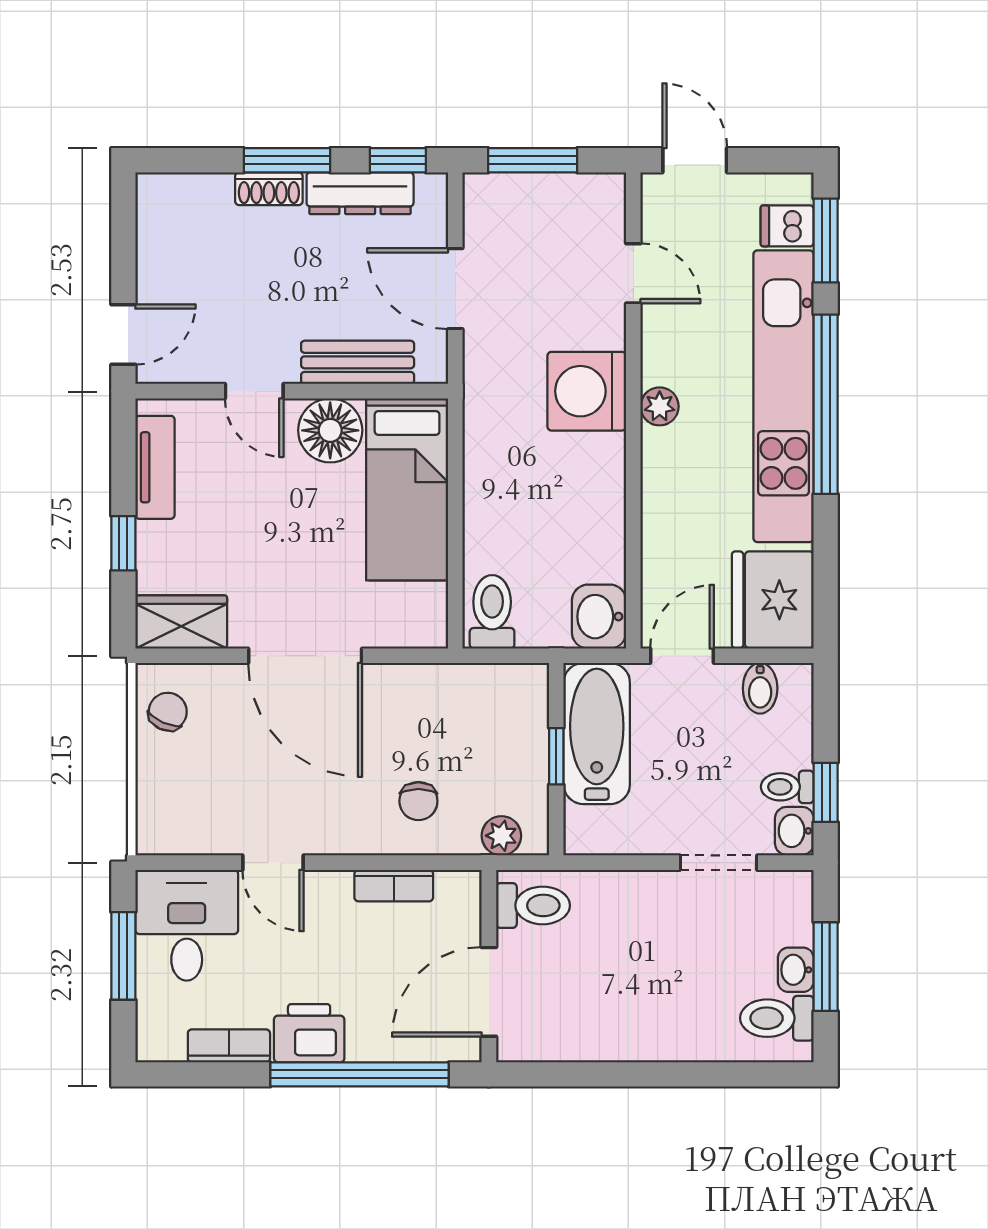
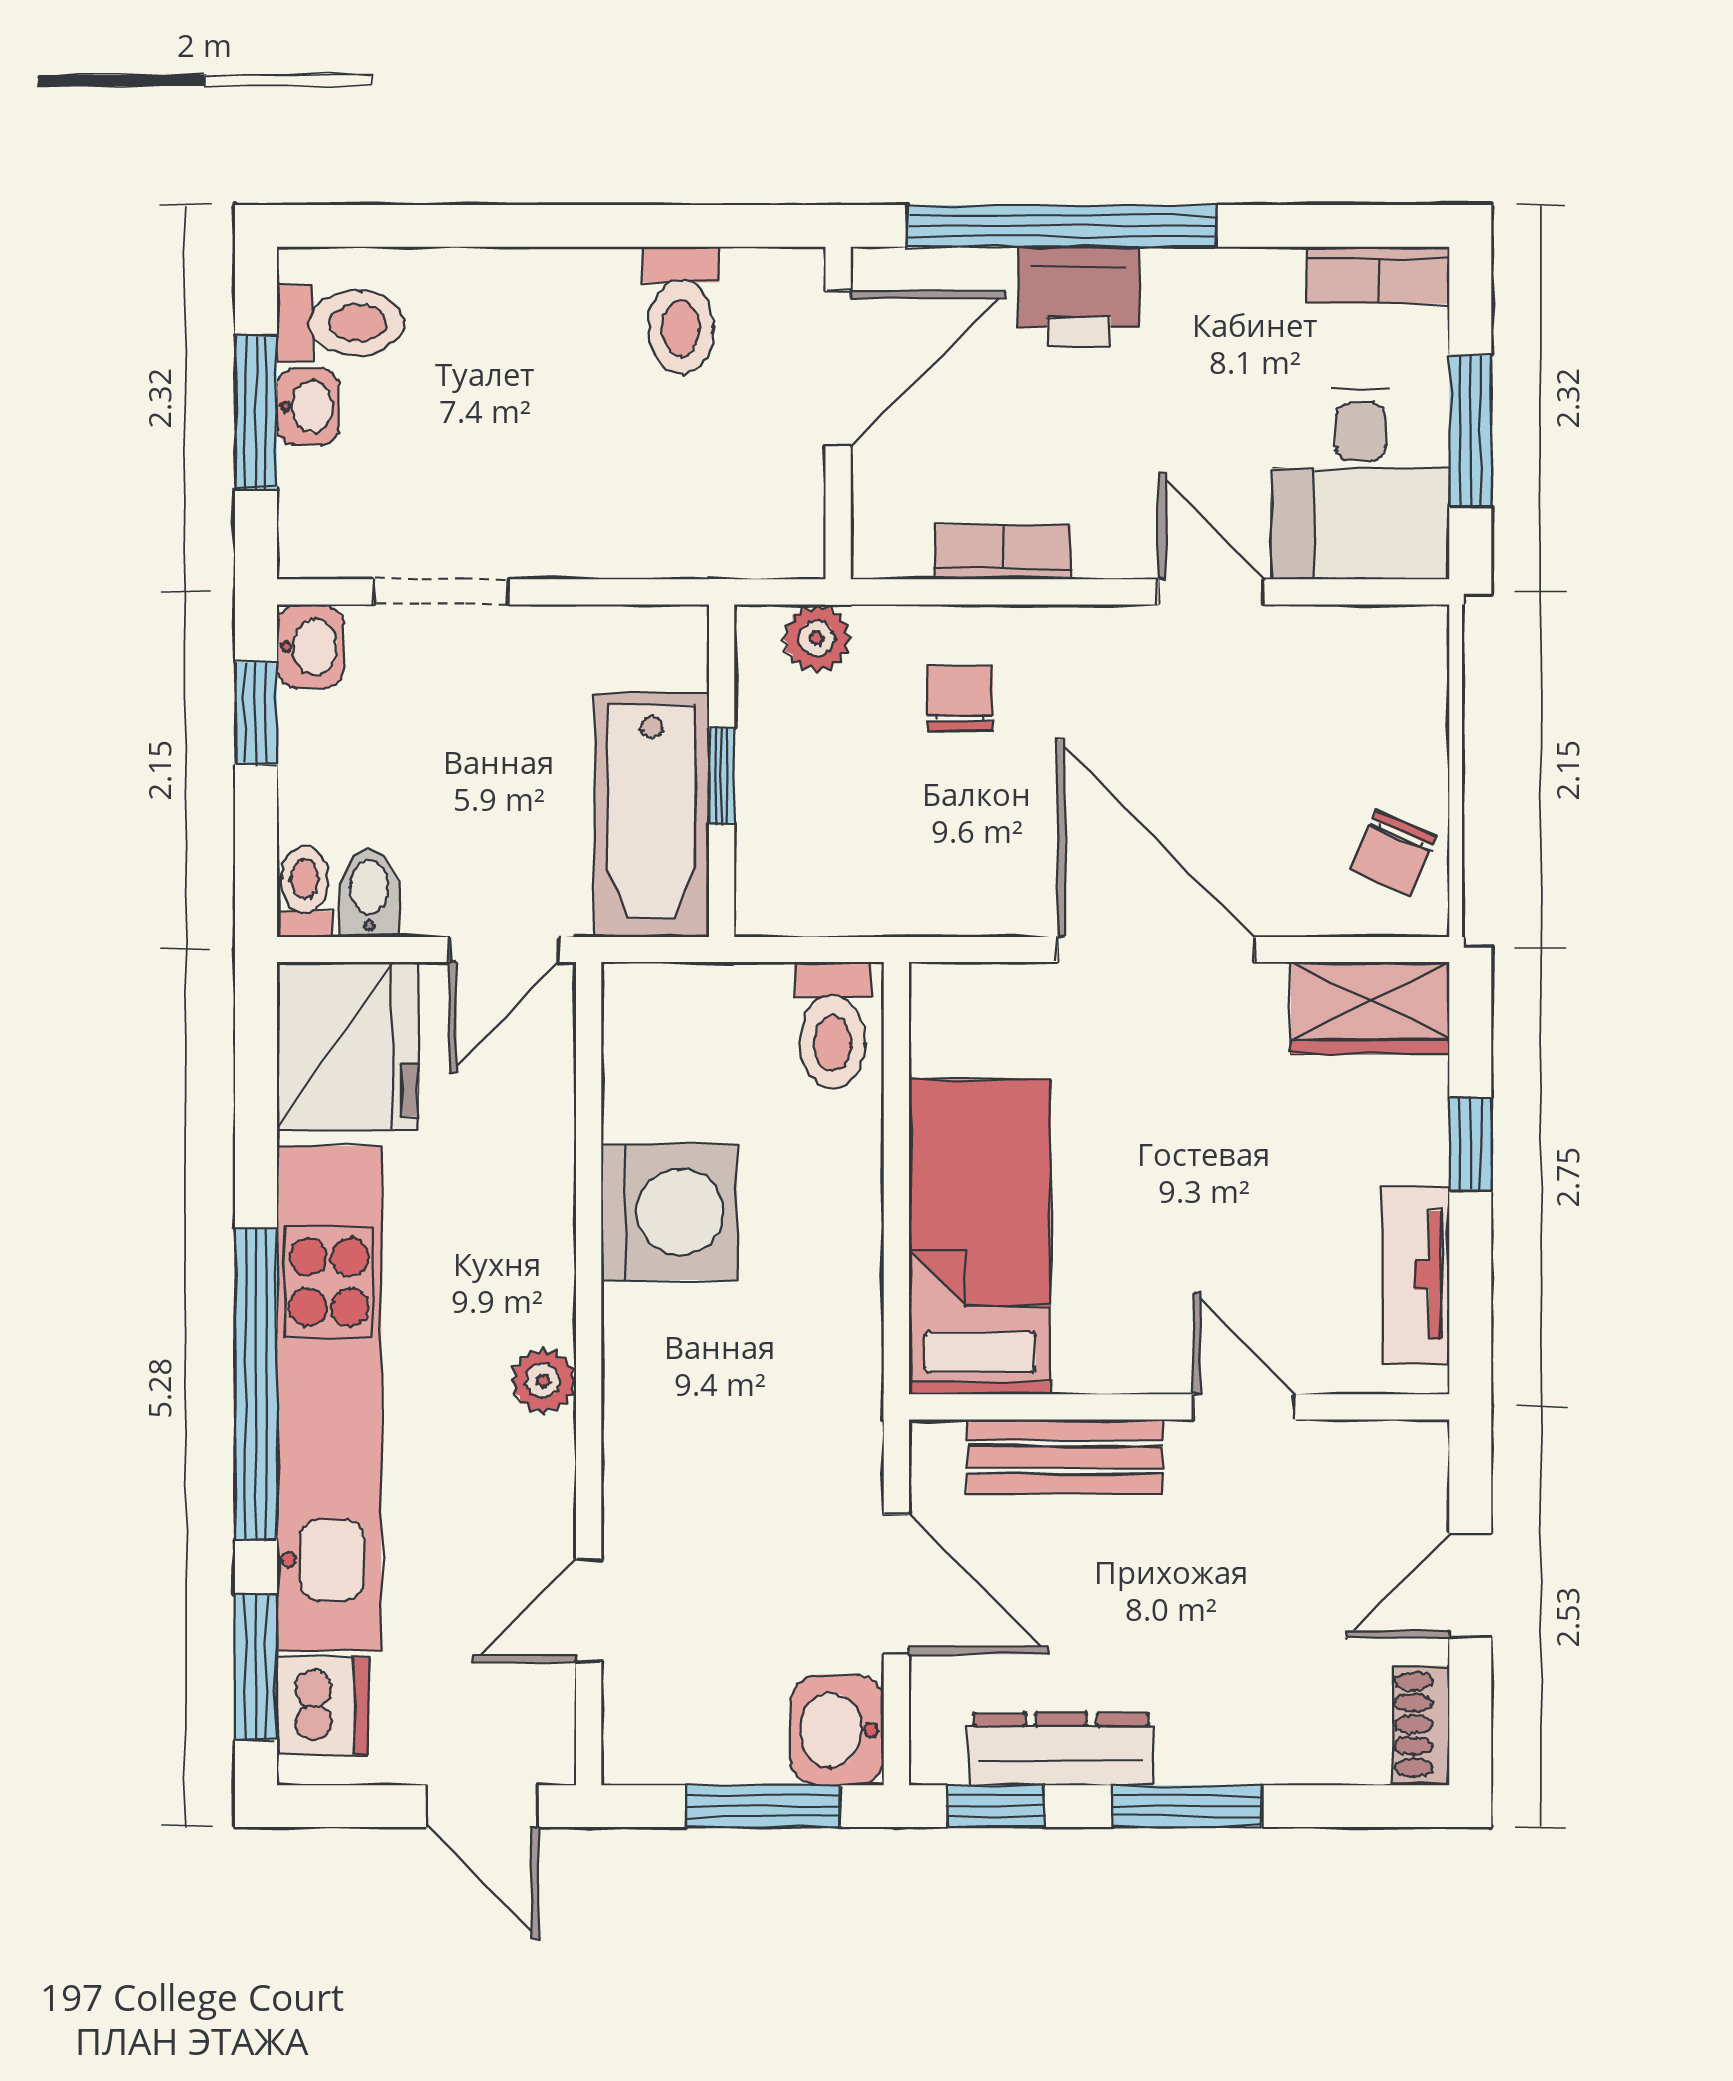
shoe rack: (269, 189) -> (1421, 1724), moved, turned -90
dishwasher: (787, 226) -> (323, 1706), width x1.38
door: (633, 273) -> (589, 1611), hinge flipped
door: (123, 334) -> (1470, 1586), moved
washing machine: (587, 391) -> (669, 1212), moved
floor lamp: (330, 430) -> (1113, 1339), removed
washbasin: (599, 617) -> (837, 1730), moved, turned 180
toilet: (787, 787) -> (305, 891), moved, turned -90
toilet: (533, 905) -> (681, 310), moved, turned -90
printer: (309, 1033) -> (1079, 297), moved
bookcase: (229, 1046) -> (1378, 275), moved

